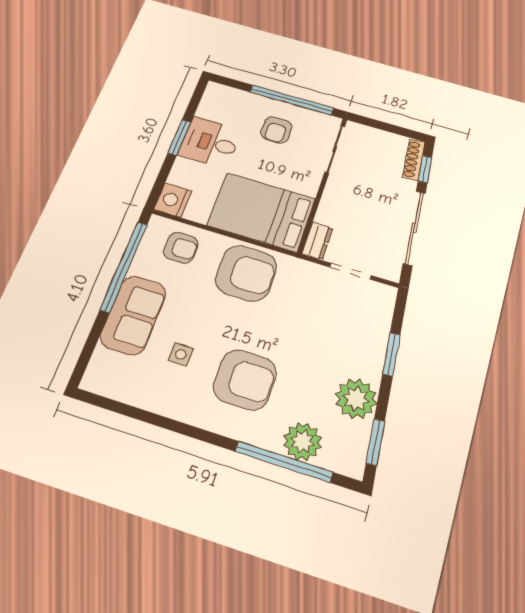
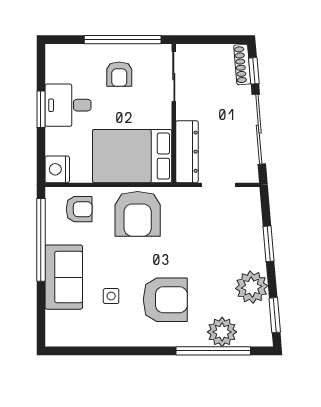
dresser: (317, 241) -> (187, 152), width x1.96, depth x1.24
armchair: (246, 273) -> (138, 214), turned 90

